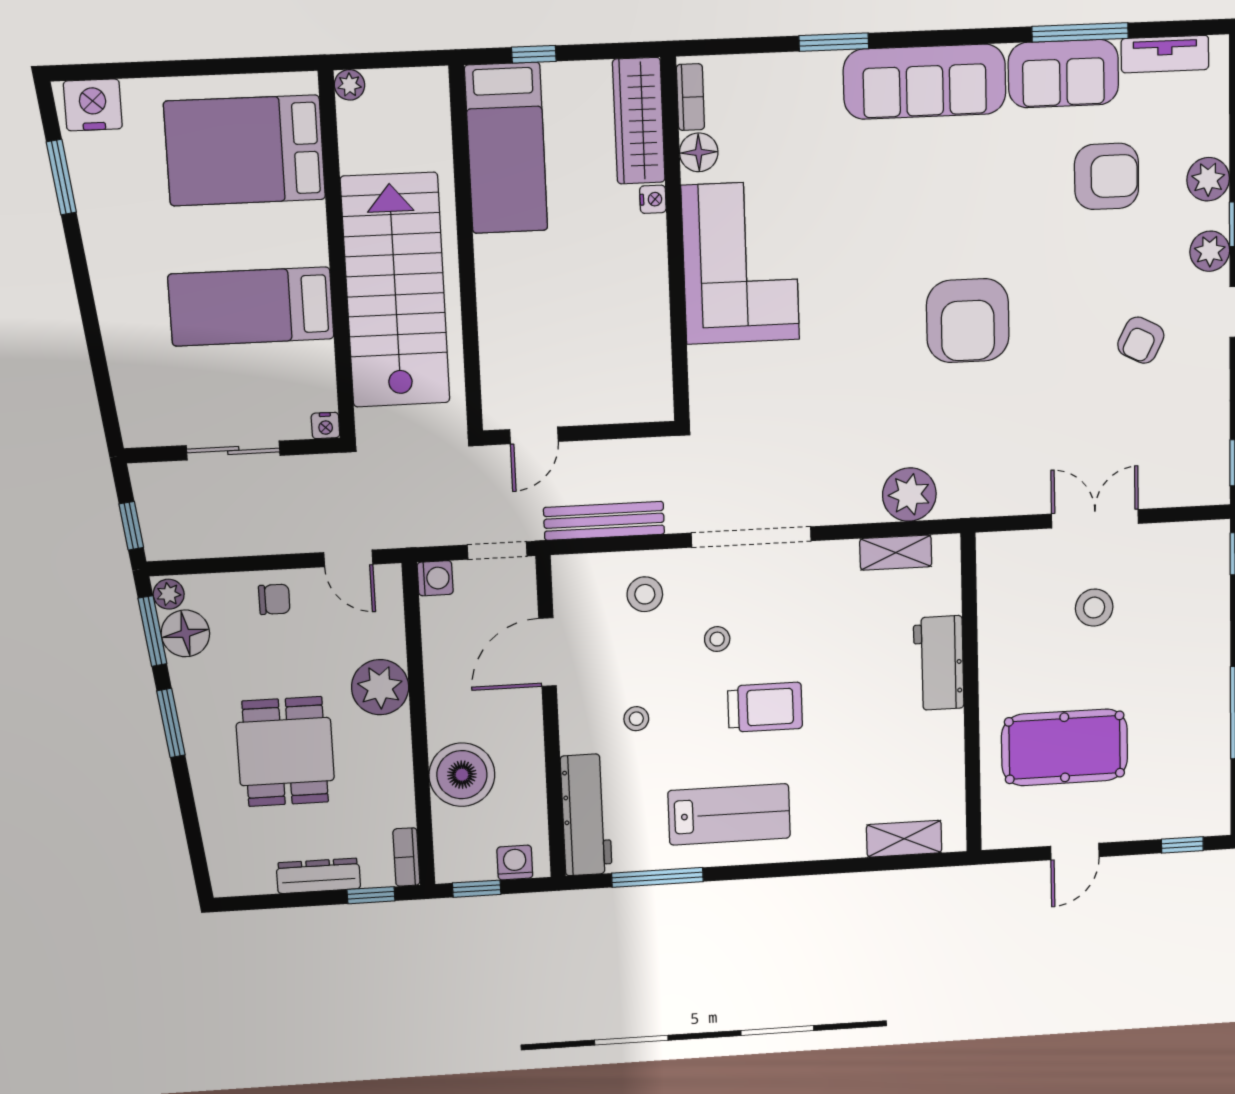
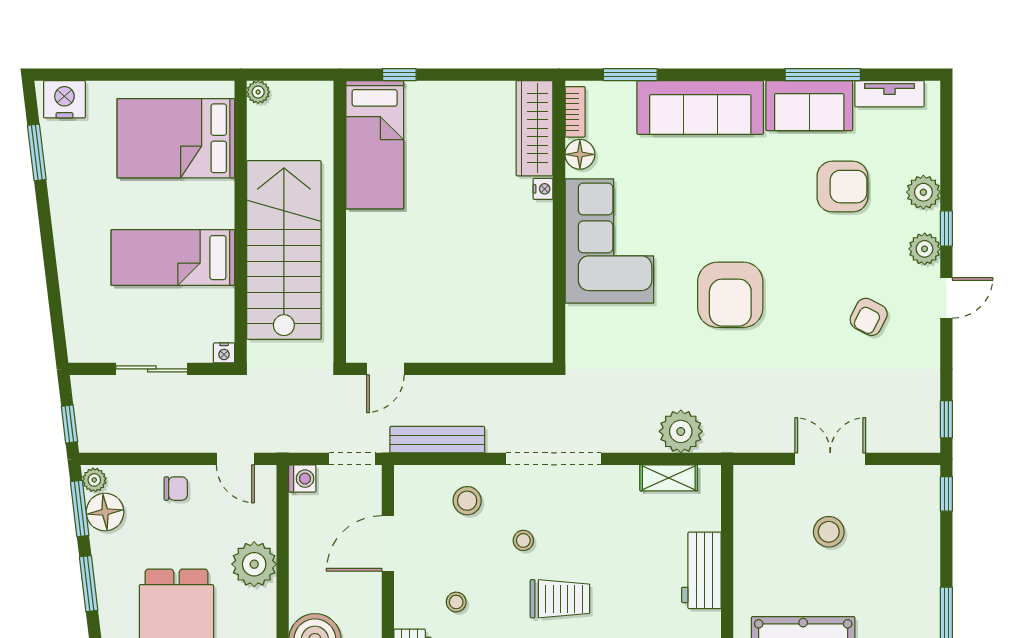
bookcase: (690, 97) -> (575, 112), moved
wardrobe: (639, 121) -> (535, 128), moved
floor lamp: (699, 152) -> (580, 154), moved
nightstand: (653, 199) -> (543, 189), moved
wall: (675, 241) -> (559, 222), moved
corner sofa: (740, 263) -> (609, 241), moved

